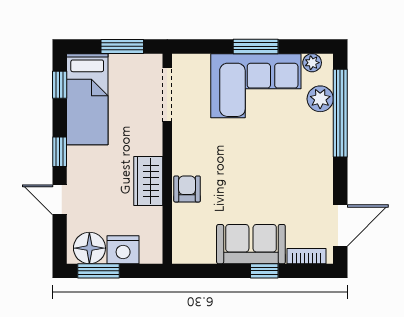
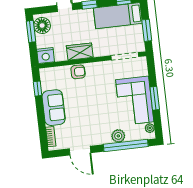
plant: (320, 99) -> (118, 136), moved
door: (340, 226) -> (80, 151), moved
nightstand: (123, 250) -> (46, 56), moved, turned -90
window: (264, 271) -> (38, 89), moved

